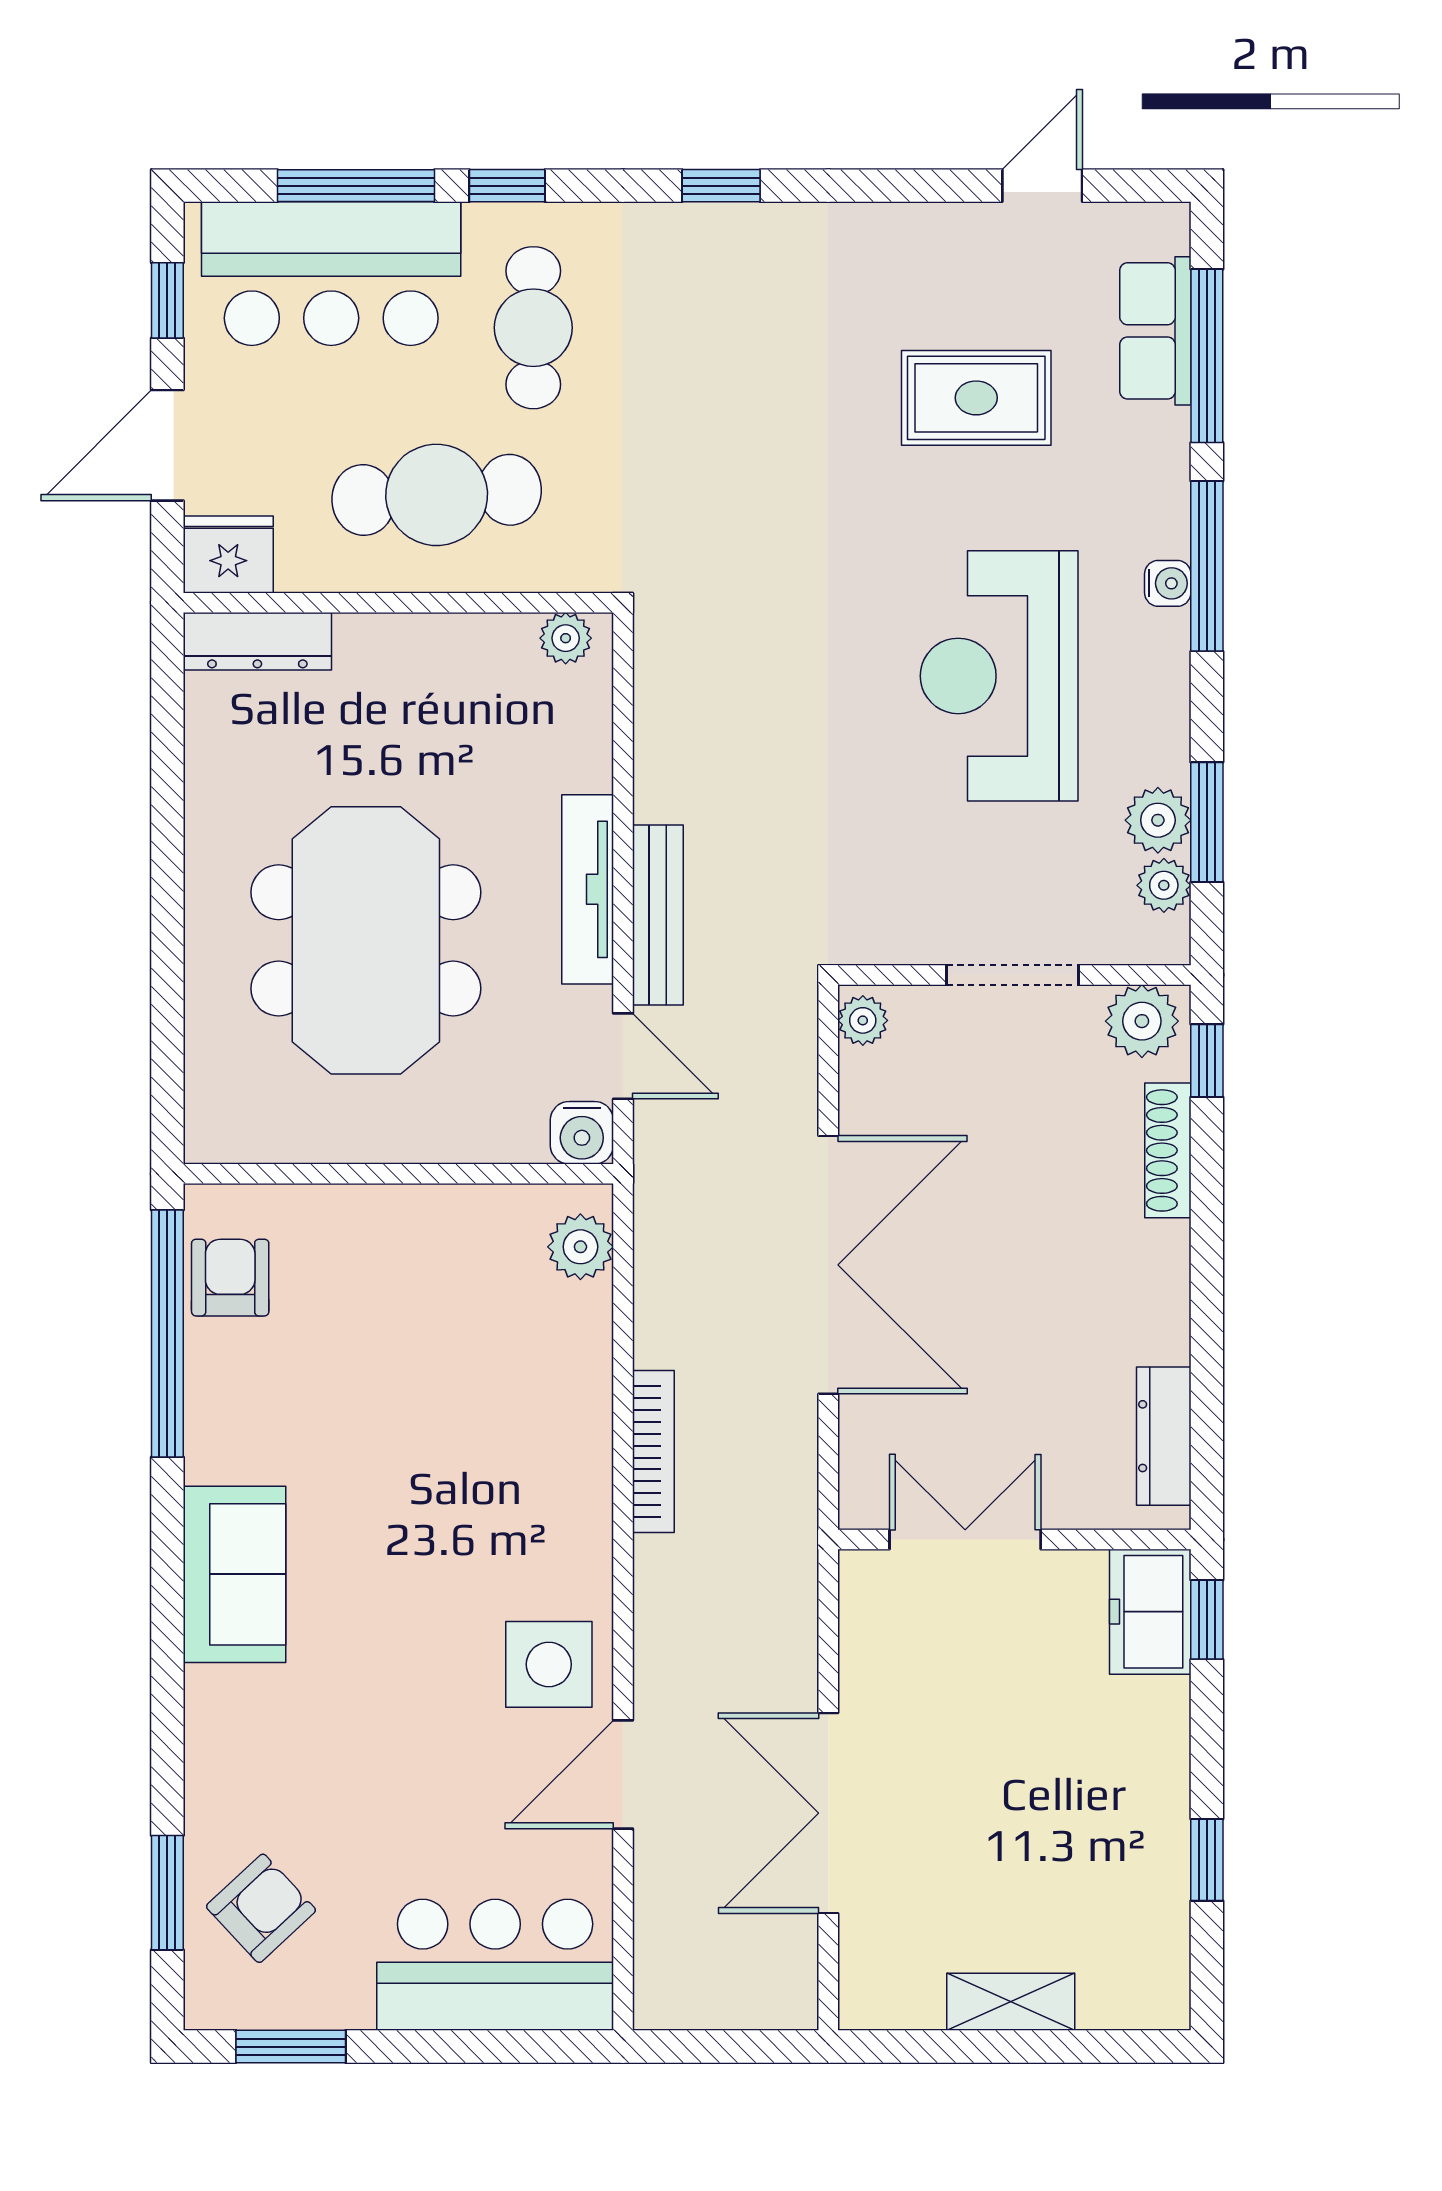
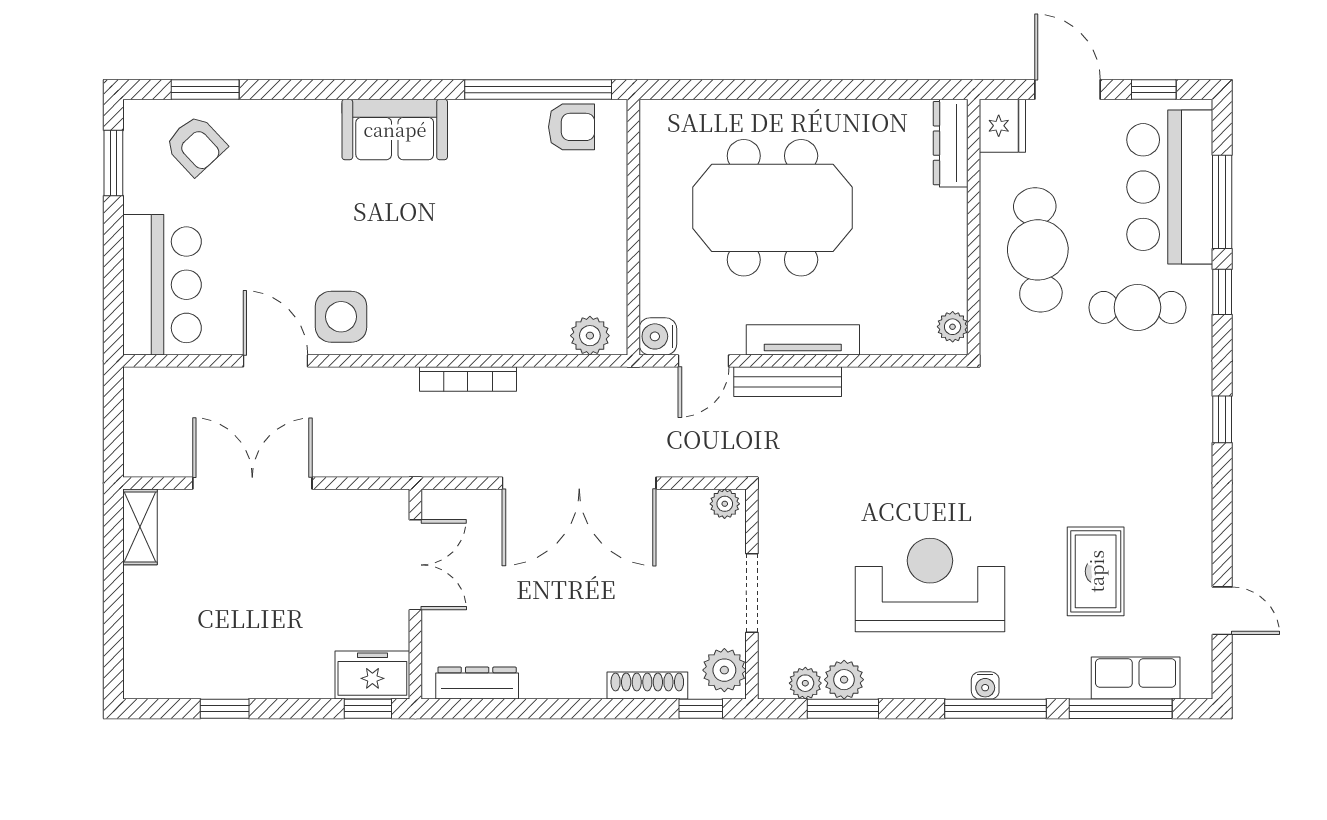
shelving: (1011, 2002) -> (140, 527), moved

